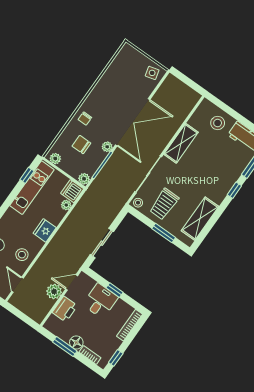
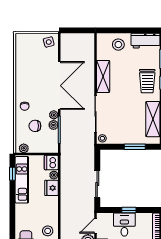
plant: (84, 179) -> (53, 125), moved
trolley: (164, 204) -> (147, 81), moved
fridge: (45, 230) -> (52, 188), moved

